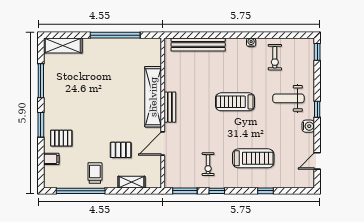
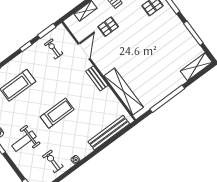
shelving: (153, 97) -> (124, 92), moved
weight bench: (288, 98) -> (24, 141), turned 180
exercise bike: (208, 164) -> (54, 49), moved

